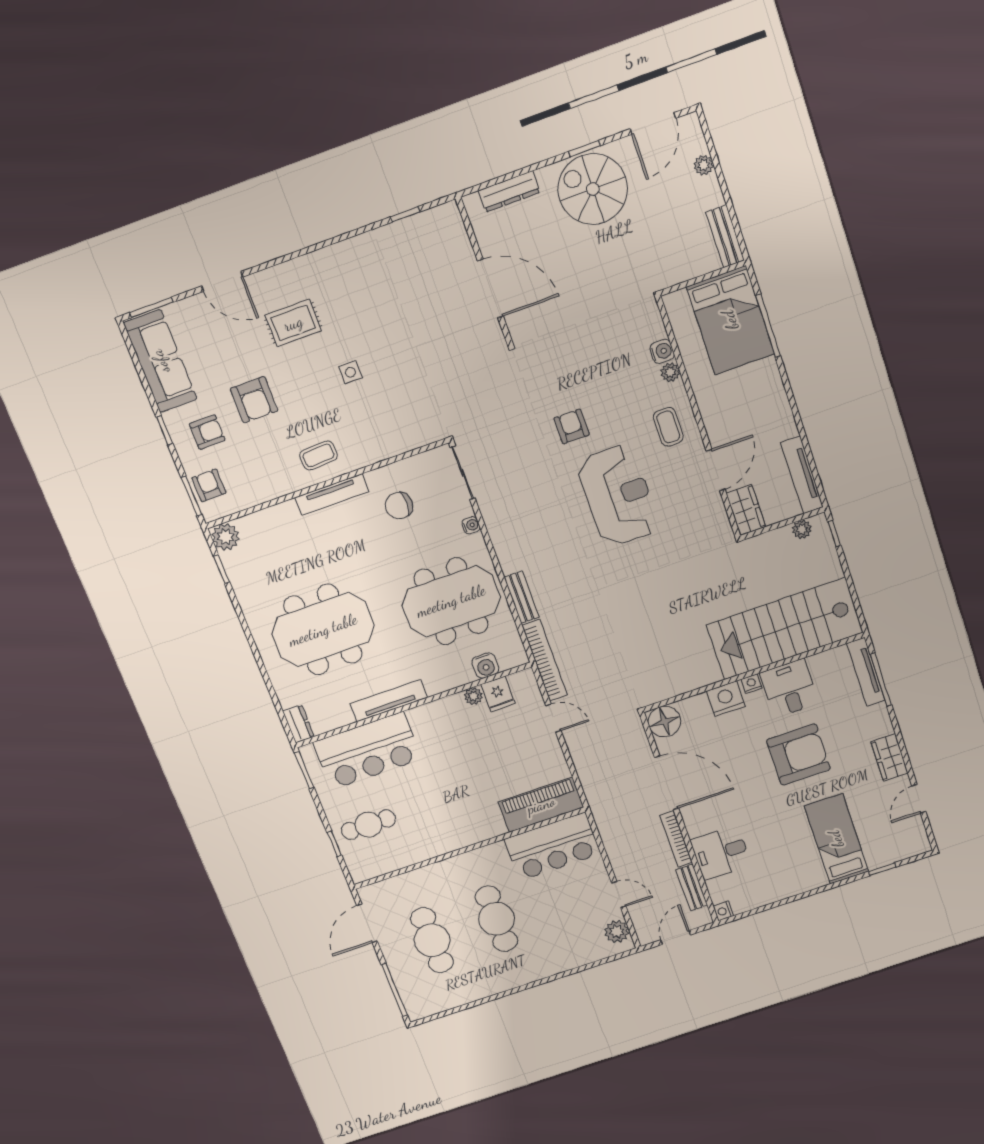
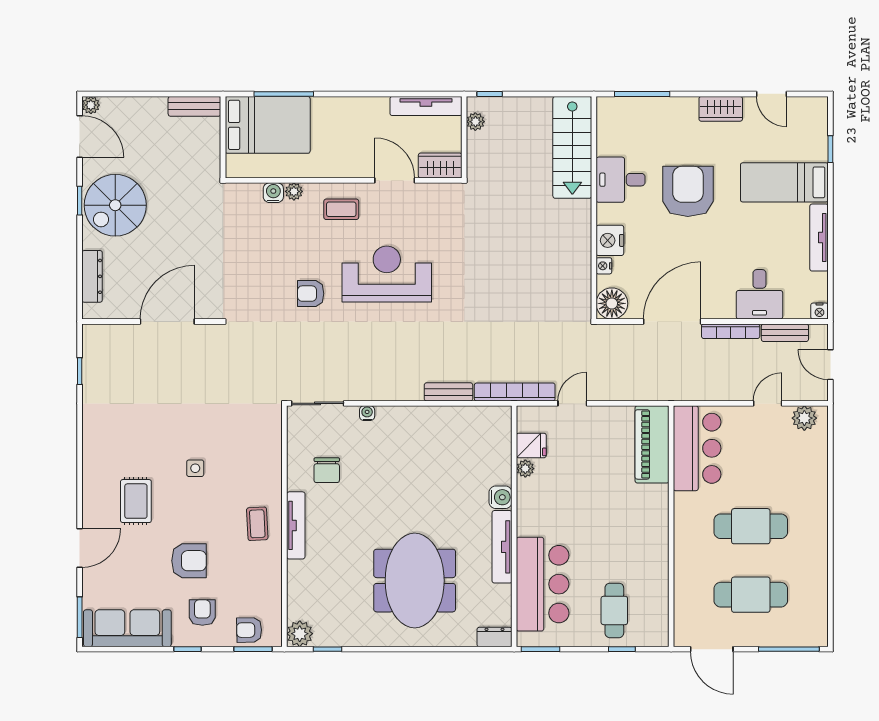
plant: (704, 165) -> (91, 105), moved
meeting table: (451, 601) -> (430, 456), removed
stairs: (785, 629) -> (572, 147), width x0.73, depth x0.66
water cooler: (485, 666) -> (500, 497), moved
tv unit: (866, 672) -> (819, 238), moved, turned 90
nightstand: (752, 684) -> (604, 266), moved

